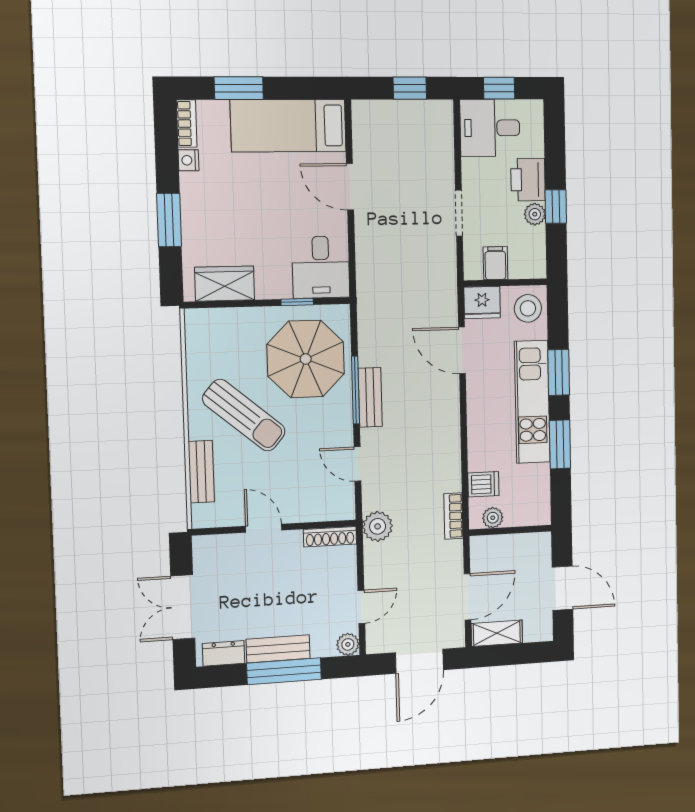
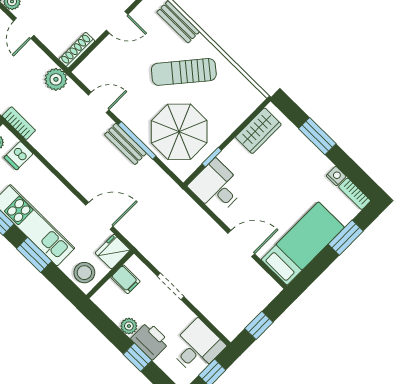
window: (556, 207) -> (138, 357), moved

